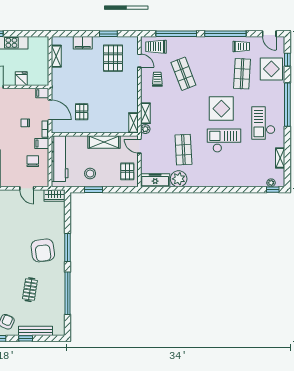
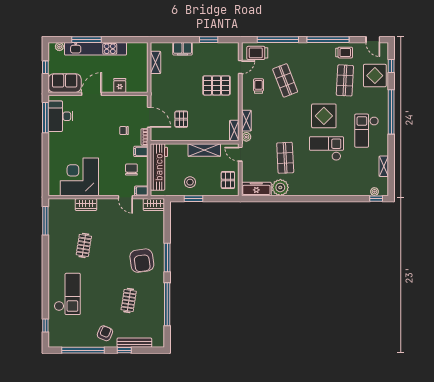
pallet: (113, 58) -> (217, 85), moved, turned 90
door: (139, 61) -> (240, 67), hinge flipped
filing cabinet: (42, 93) -> (141, 191), moved

